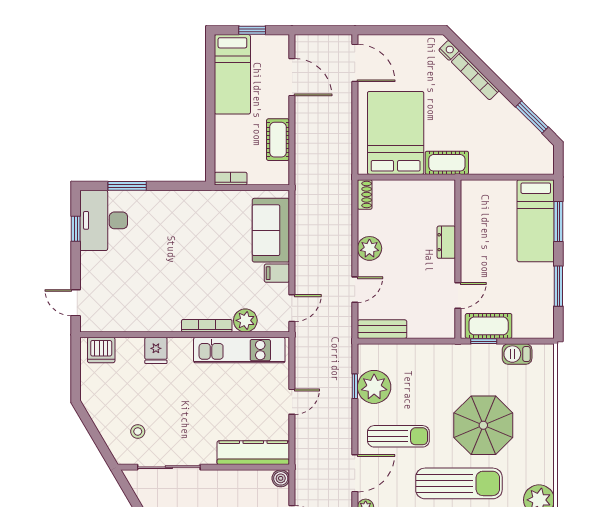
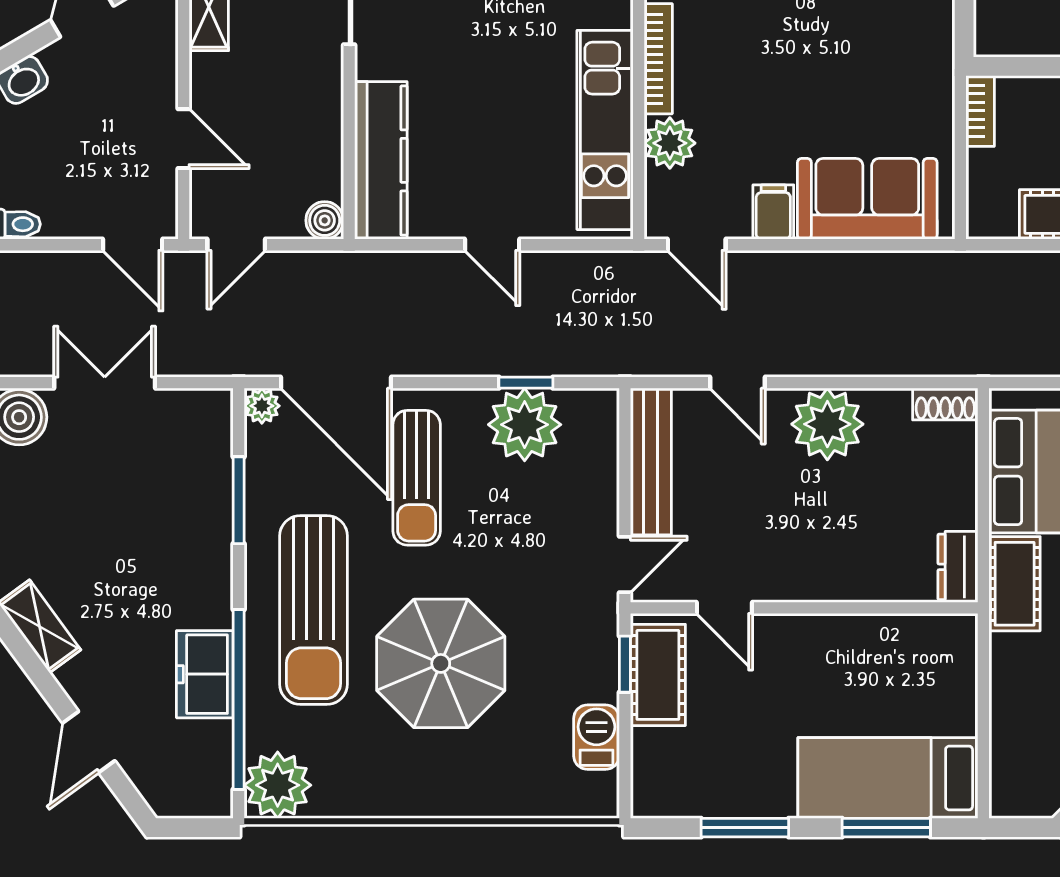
dresser: (446, 242) -> (958, 567), moved, turned -90
plant: (369, 248) -> (827, 424), width x1.36, depth x1.36
bench: (382, 329) -> (651, 461), width x1.36
door: (438, 341) -> (625, 565), added
door: (355, 473) -> (336, 383), width x1.36

